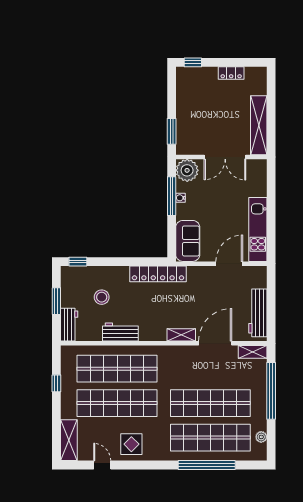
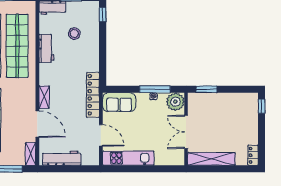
locker: (231, 73) -> (253, 155), moved
locker: (158, 274) -> (93, 95), moved

